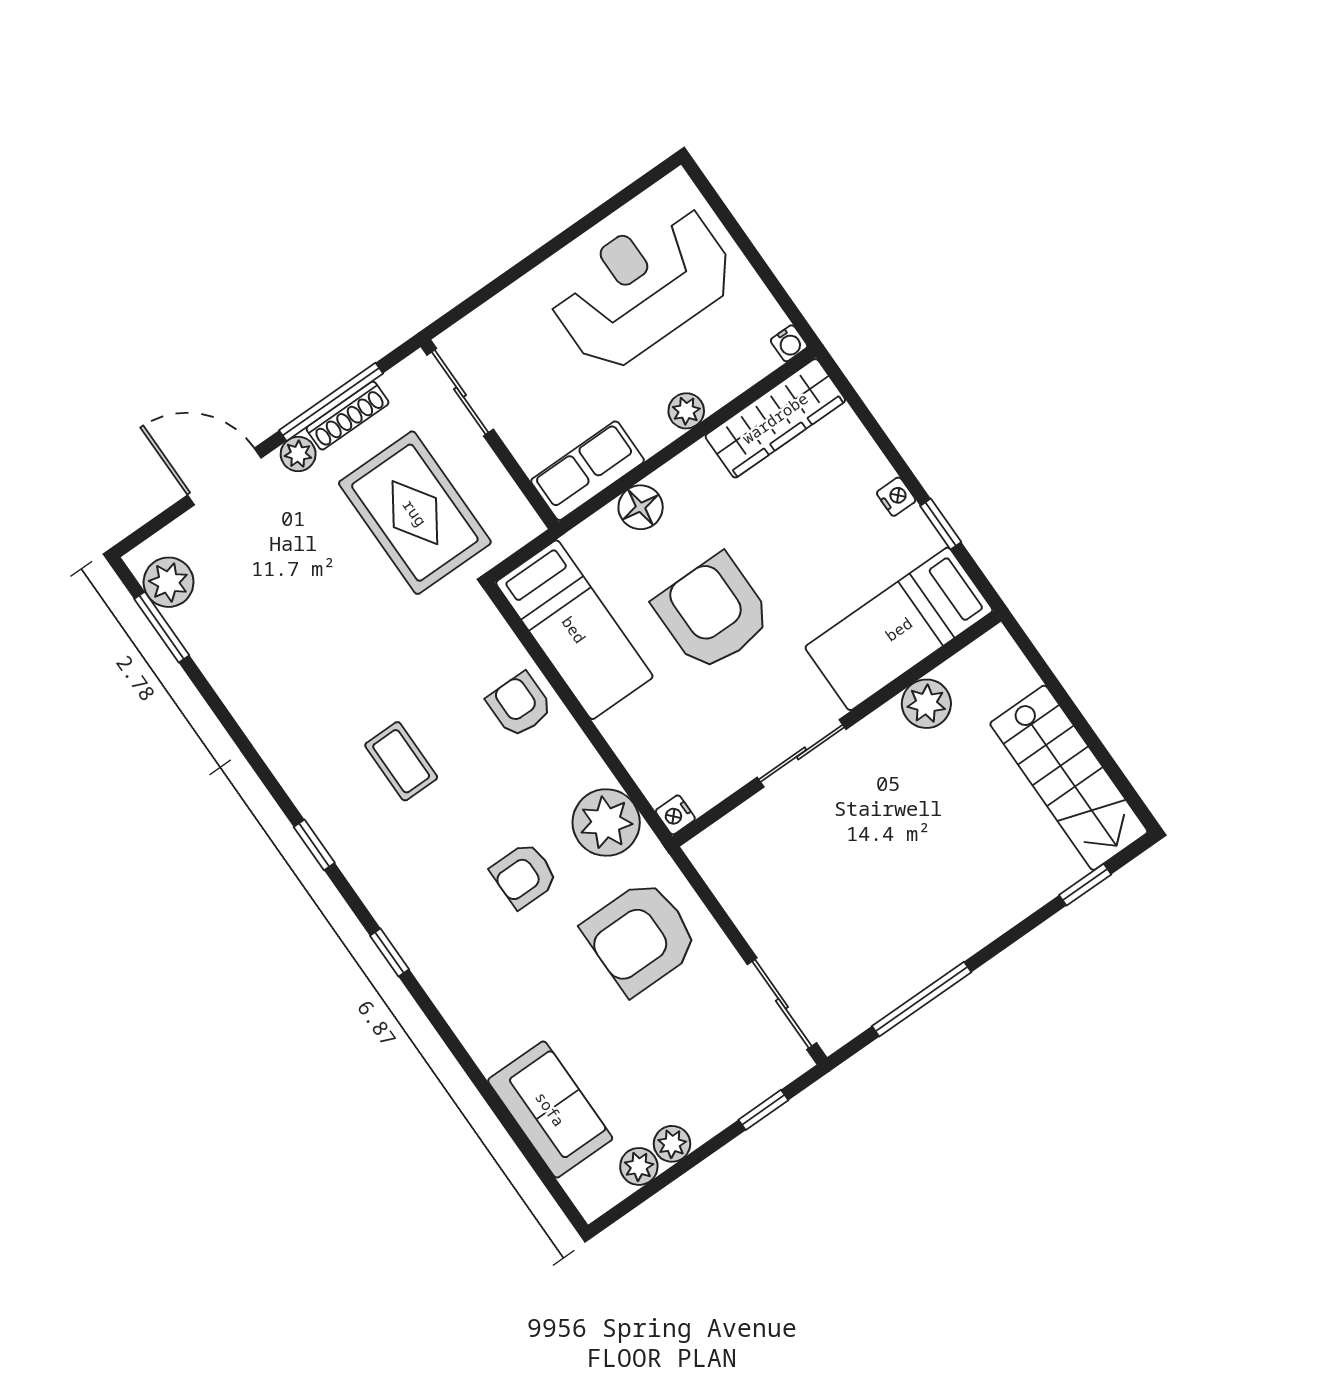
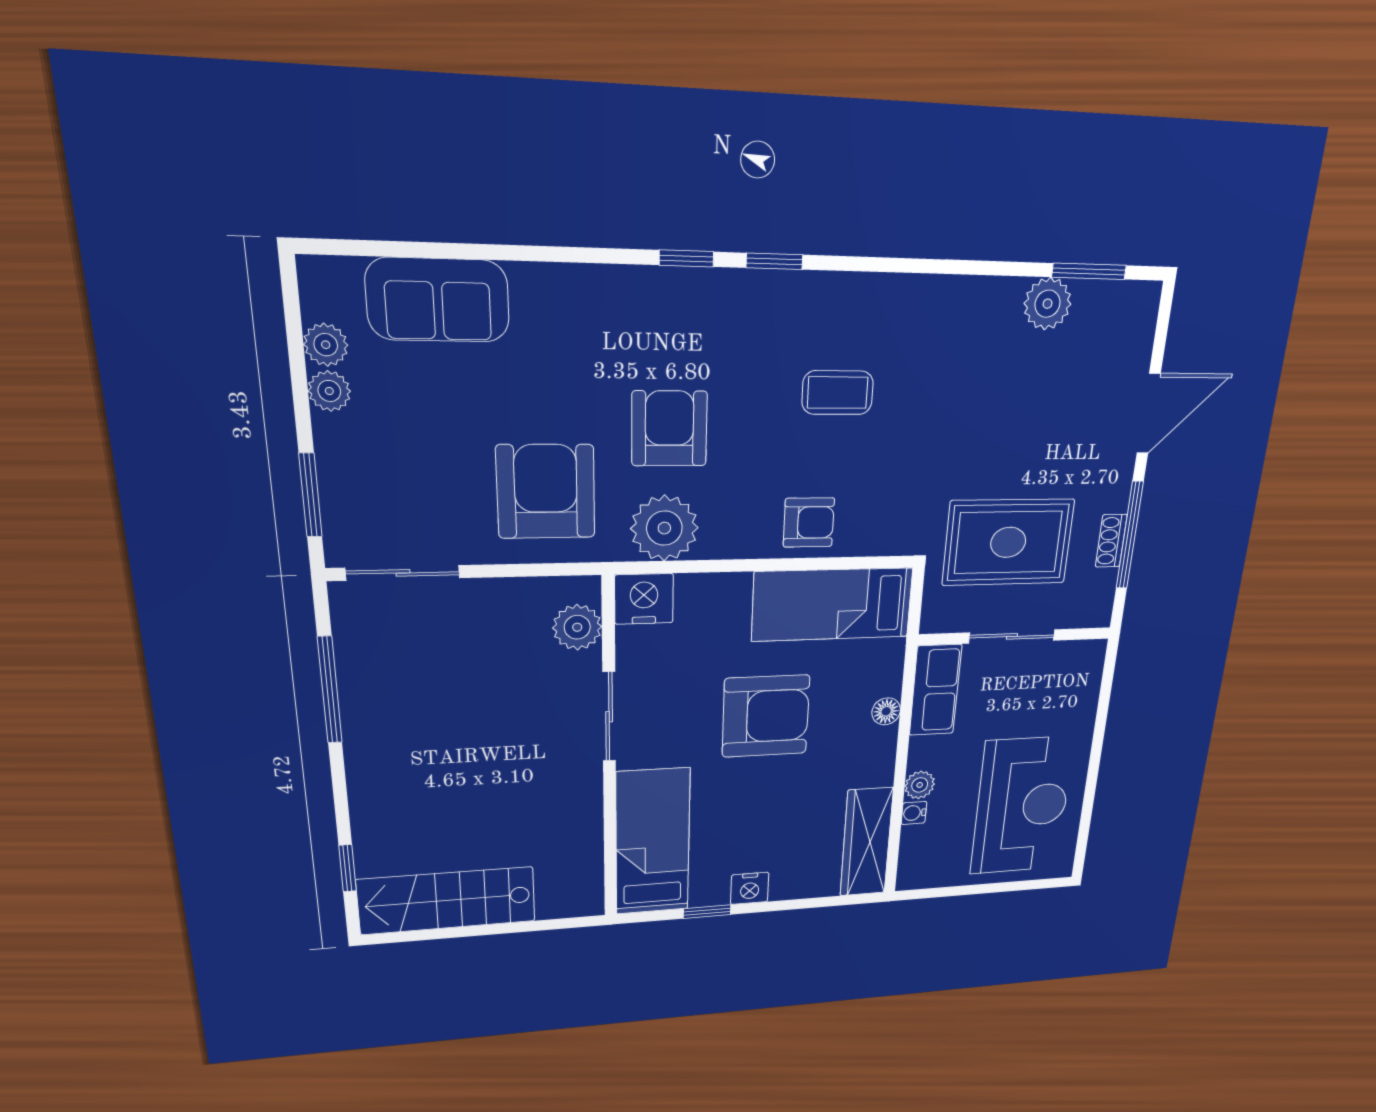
water cooler: (789, 343) -> (914, 813), moved
sliding door: (460, 392) -> (1012, 636), moved
shoe rack: (348, 416) -> (1111, 541), width x0.70
plant: (298, 454) -> (1117, 483), removed
nightstand: (896, 497) -> (750, 888), width x1.39, depth x1.35
floor lamp: (641, 507) -> (886, 711), width x0.73, depth x0.73
plant: (169, 582) -> (1048, 304), moved
plant: (926, 704) -> (577, 627), moved
nightstand: (675, 815) -> (644, 599), width x1.89, depth x1.79
window: (314, 845) -> (774, 261), moved
armchair: (524, 875) -> (669, 429), width x1.38, depth x1.38
window: (763, 1110) -> (310, 495), width x1.50

